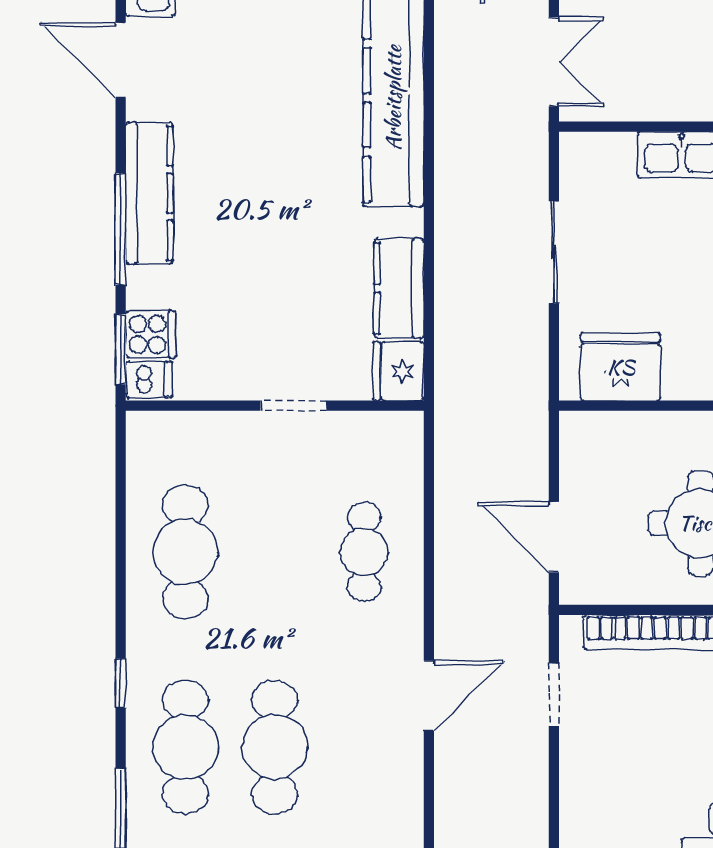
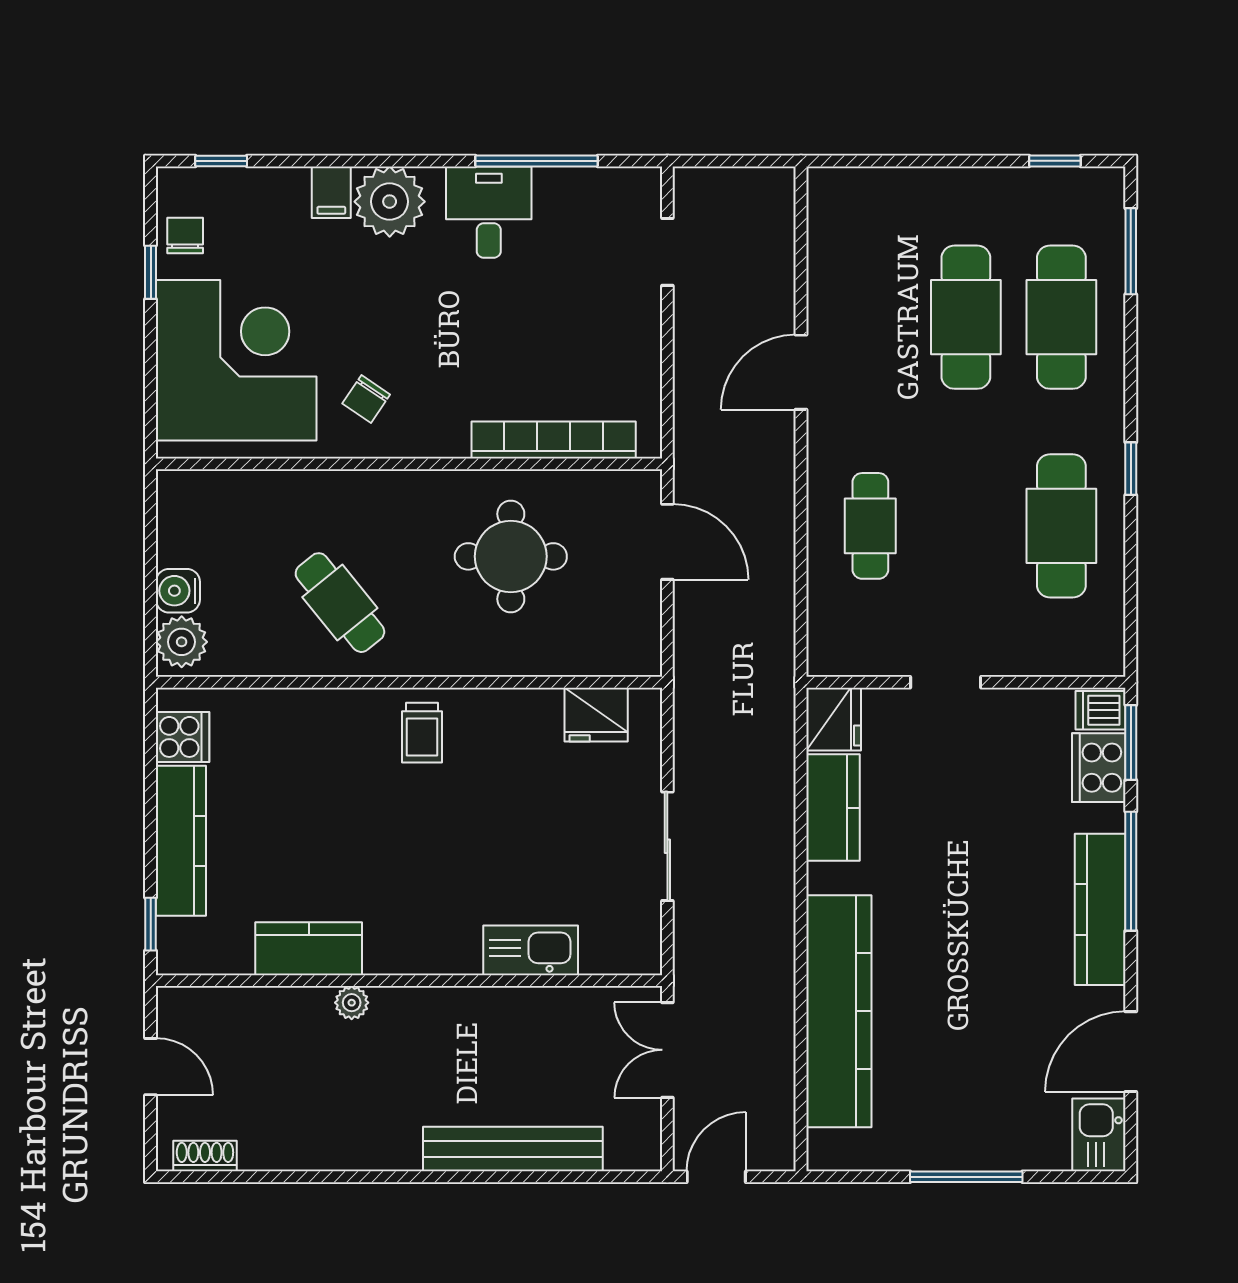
door: (121, 60) -> (1131, 1052), swing flipped
cooker: (151, 334) -> (1099, 768), width x1.36
fridge: (621, 367) -> (596, 715), width x0.73, depth x0.75
window: (121, 683) -> (1131, 469), moved
doorway: (554, 695) -> (667, 252), moved

